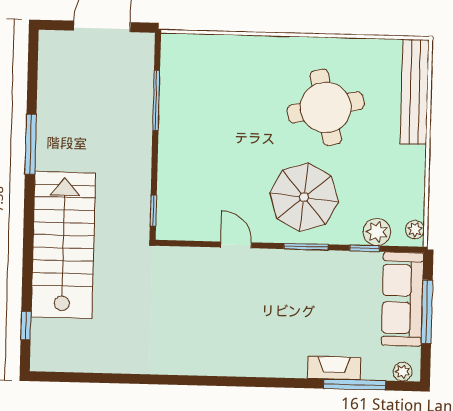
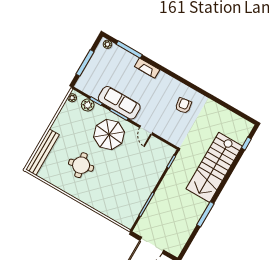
round table: (326, 107) -> (81, 165), width x0.73, depth x0.73
sofa: (402, 299) -> (119, 103), moved, turned -90
armchair: (189, 333) -> (183, 106), added
fireplace: (334, 368) -> (147, 68), moved

